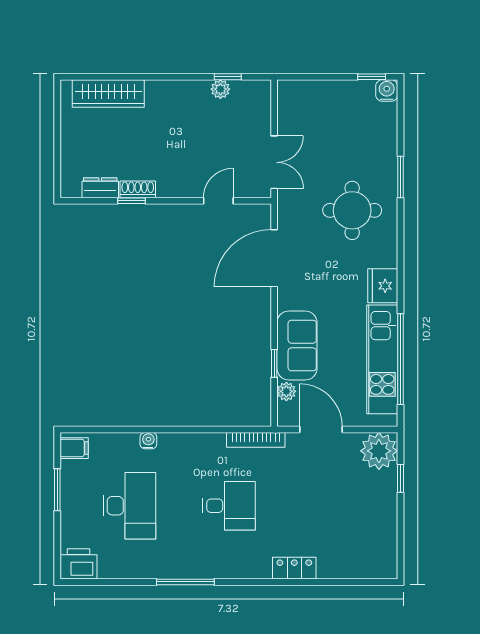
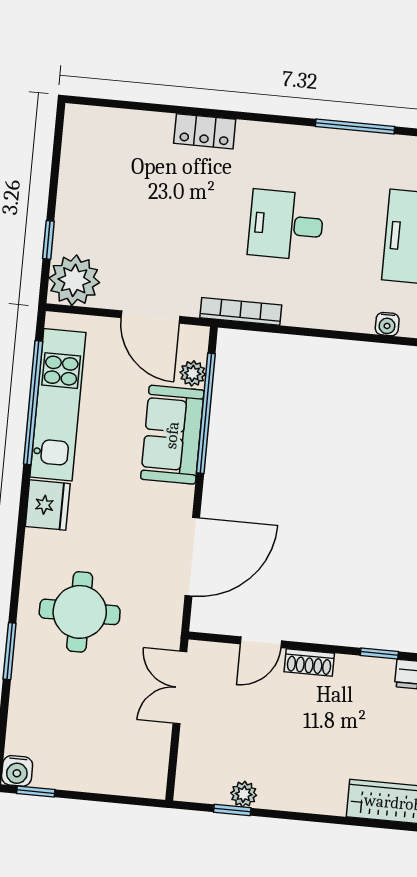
shoe rack: (138, 189) -> (309, 663), moved
window: (274, 363) -> (206, 413), width x3.17

